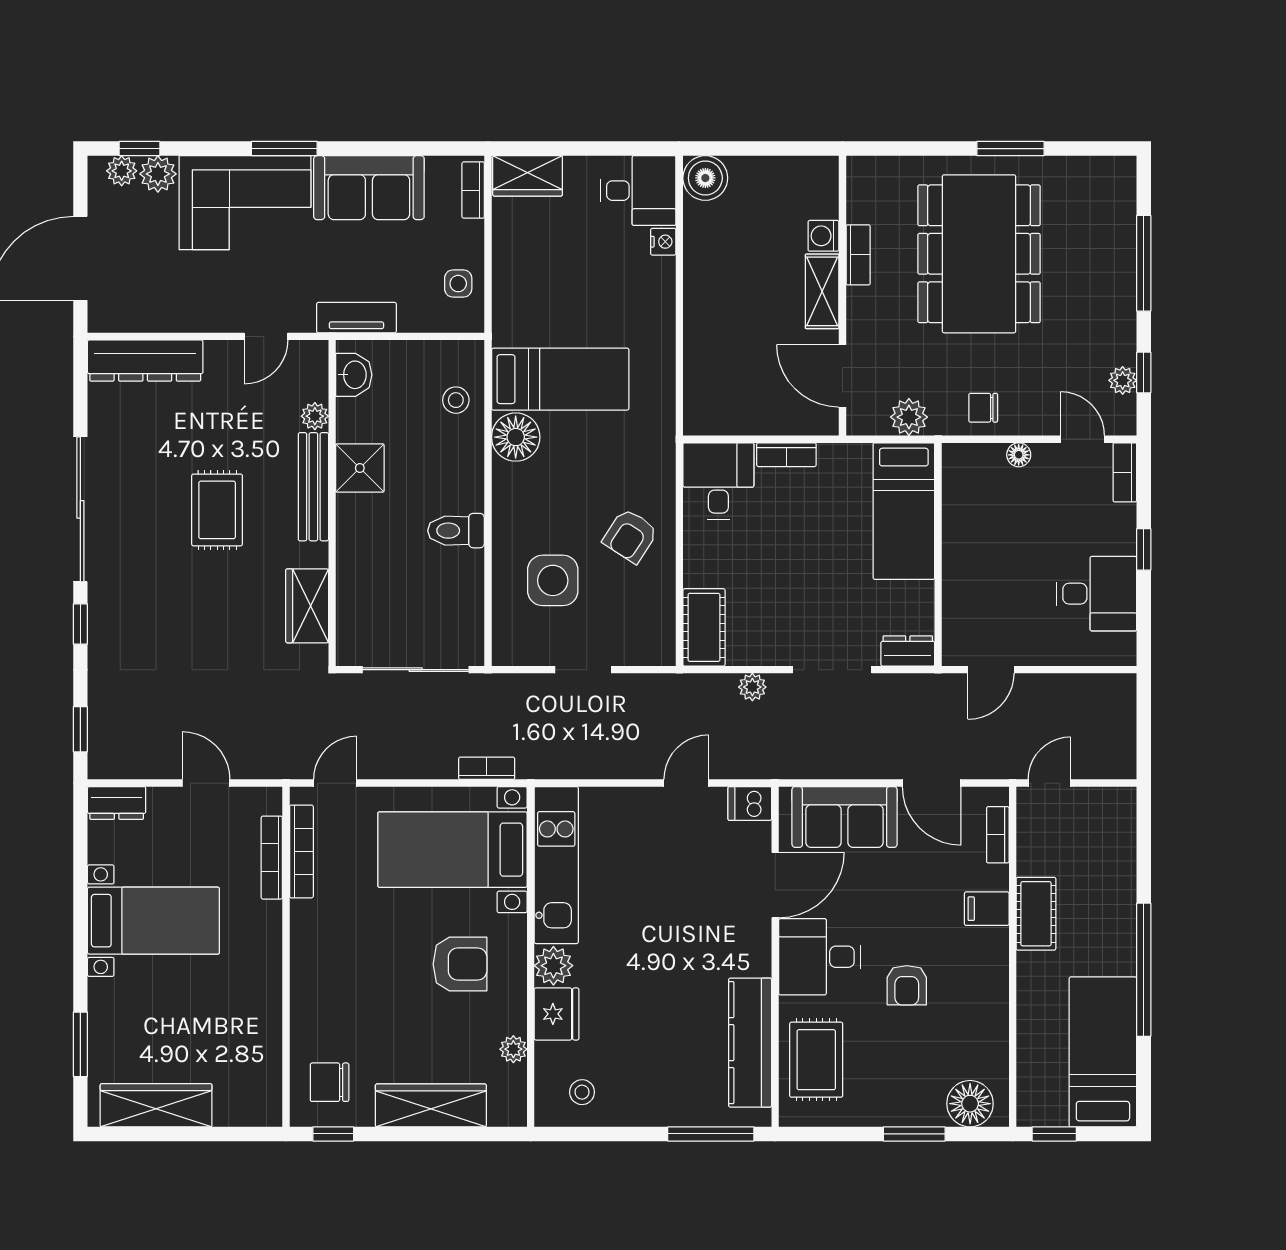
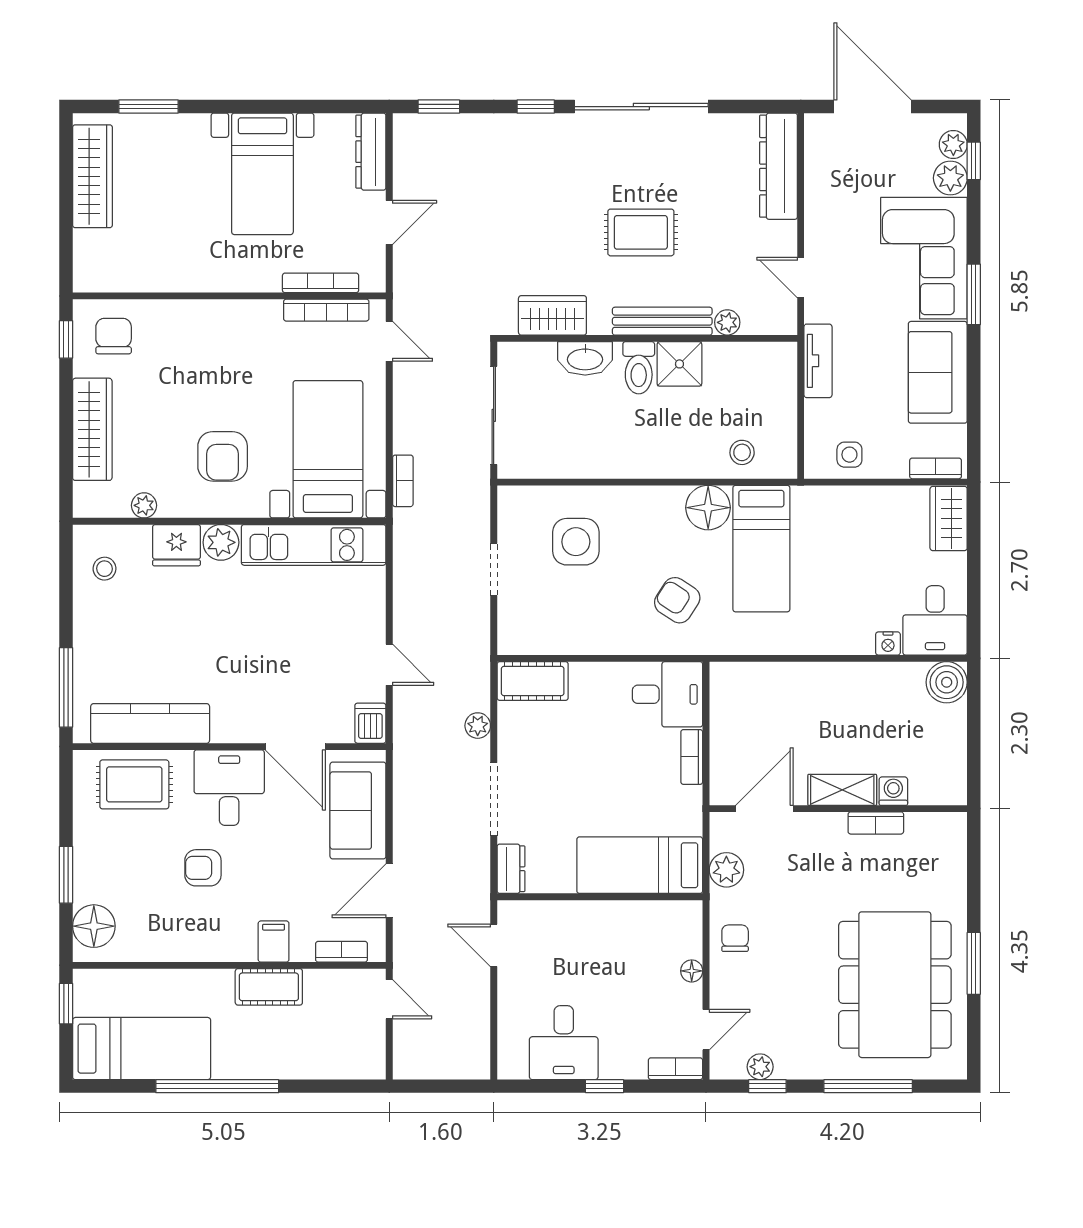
dining table: (979, 254) -> (895, 985), moved, turned 90
washbasin: (354, 375) -> (585, 358), moved, width x1.38
toilet: (456, 531) -> (639, 368), moved, turned 180
armchair: (630, 536) -> (677, 600), moved
dresser: (117, 803) -> (371, 152), width x1.44

